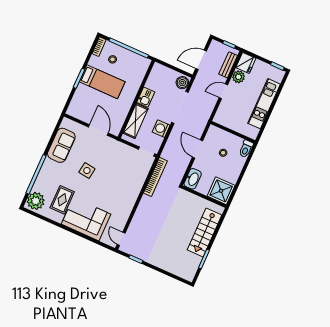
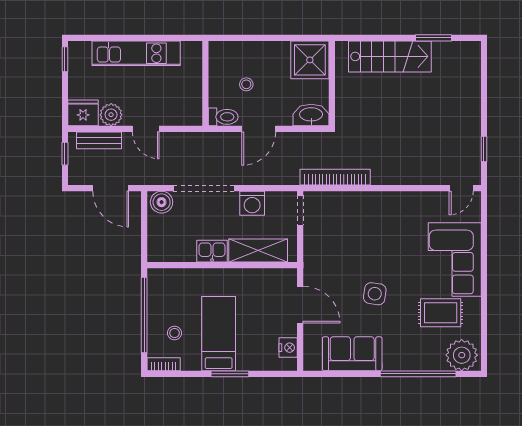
nightstand: (79, 114) -> (288, 348), added
door: (98, 130) -> (300, 305), swing flipped
toilet: (246, 149) -> (223, 117), moved

